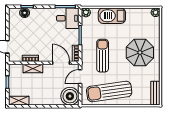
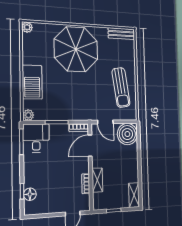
parasol: (140, 53) -> (76, 49), width x1.36, depth x1.36
sun lounger: (103, 56) -> (81, 95), removed
sun lounger: (109, 91) -> (121, 87), width x0.73, depth x0.75

